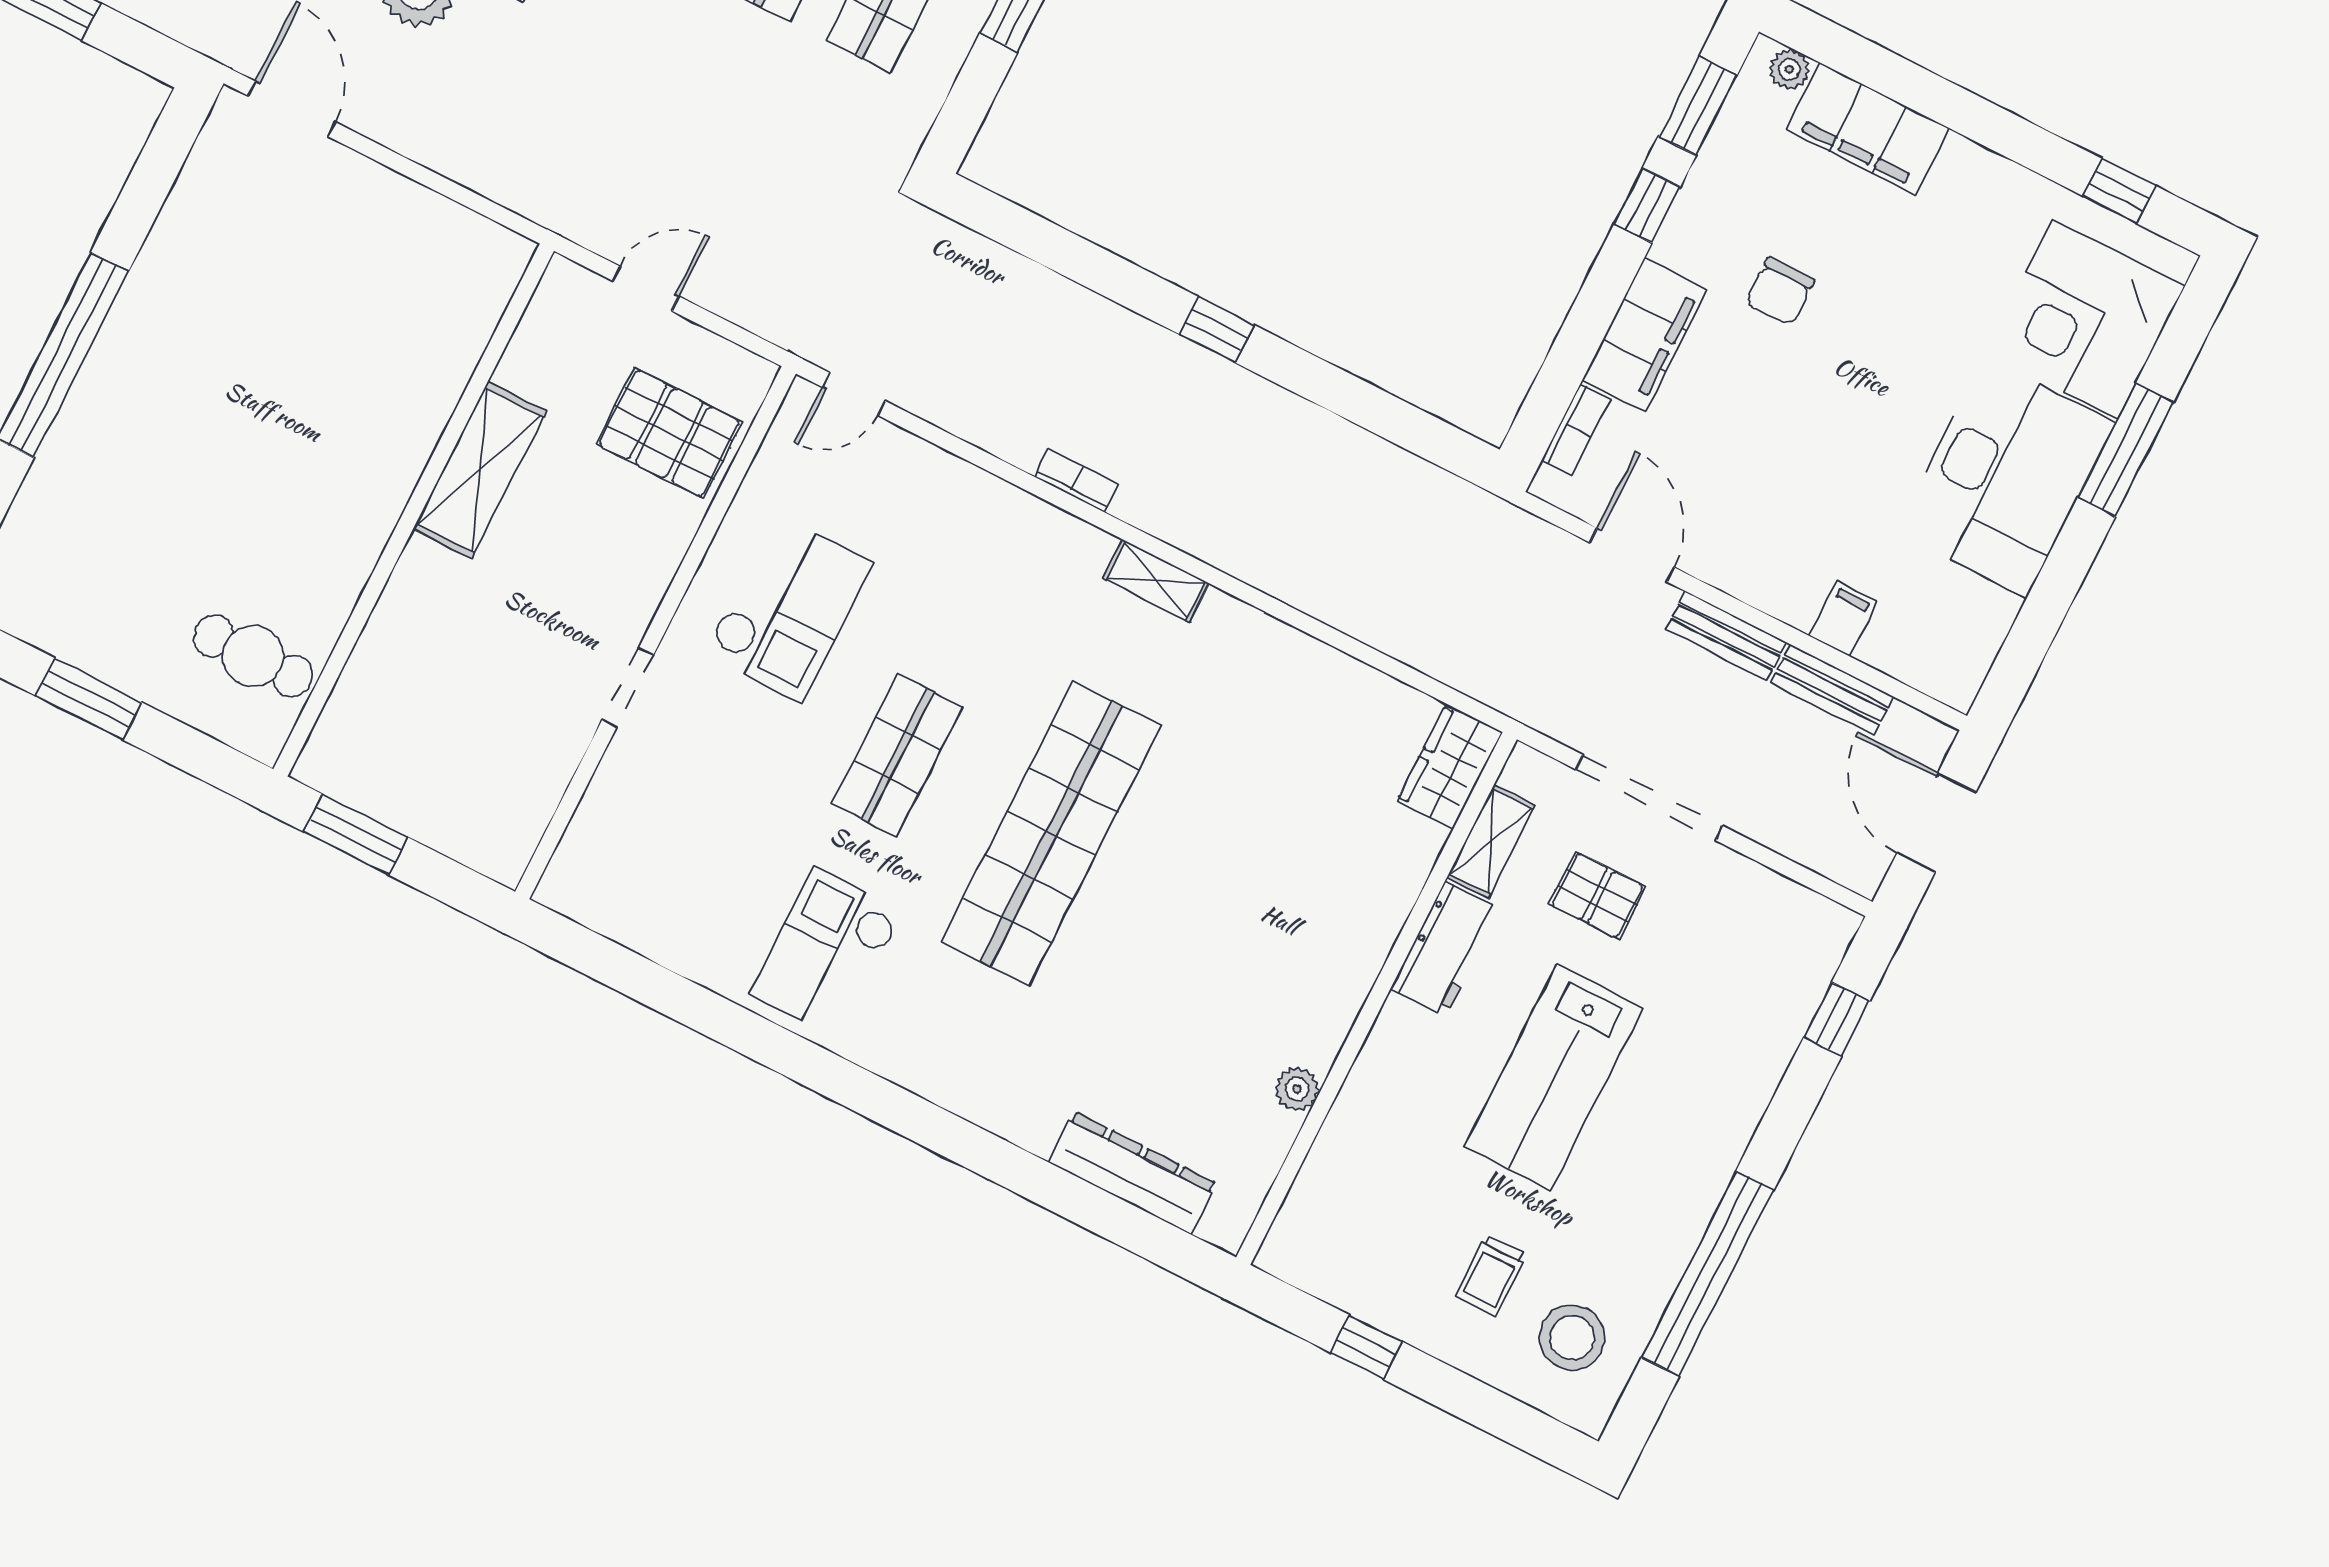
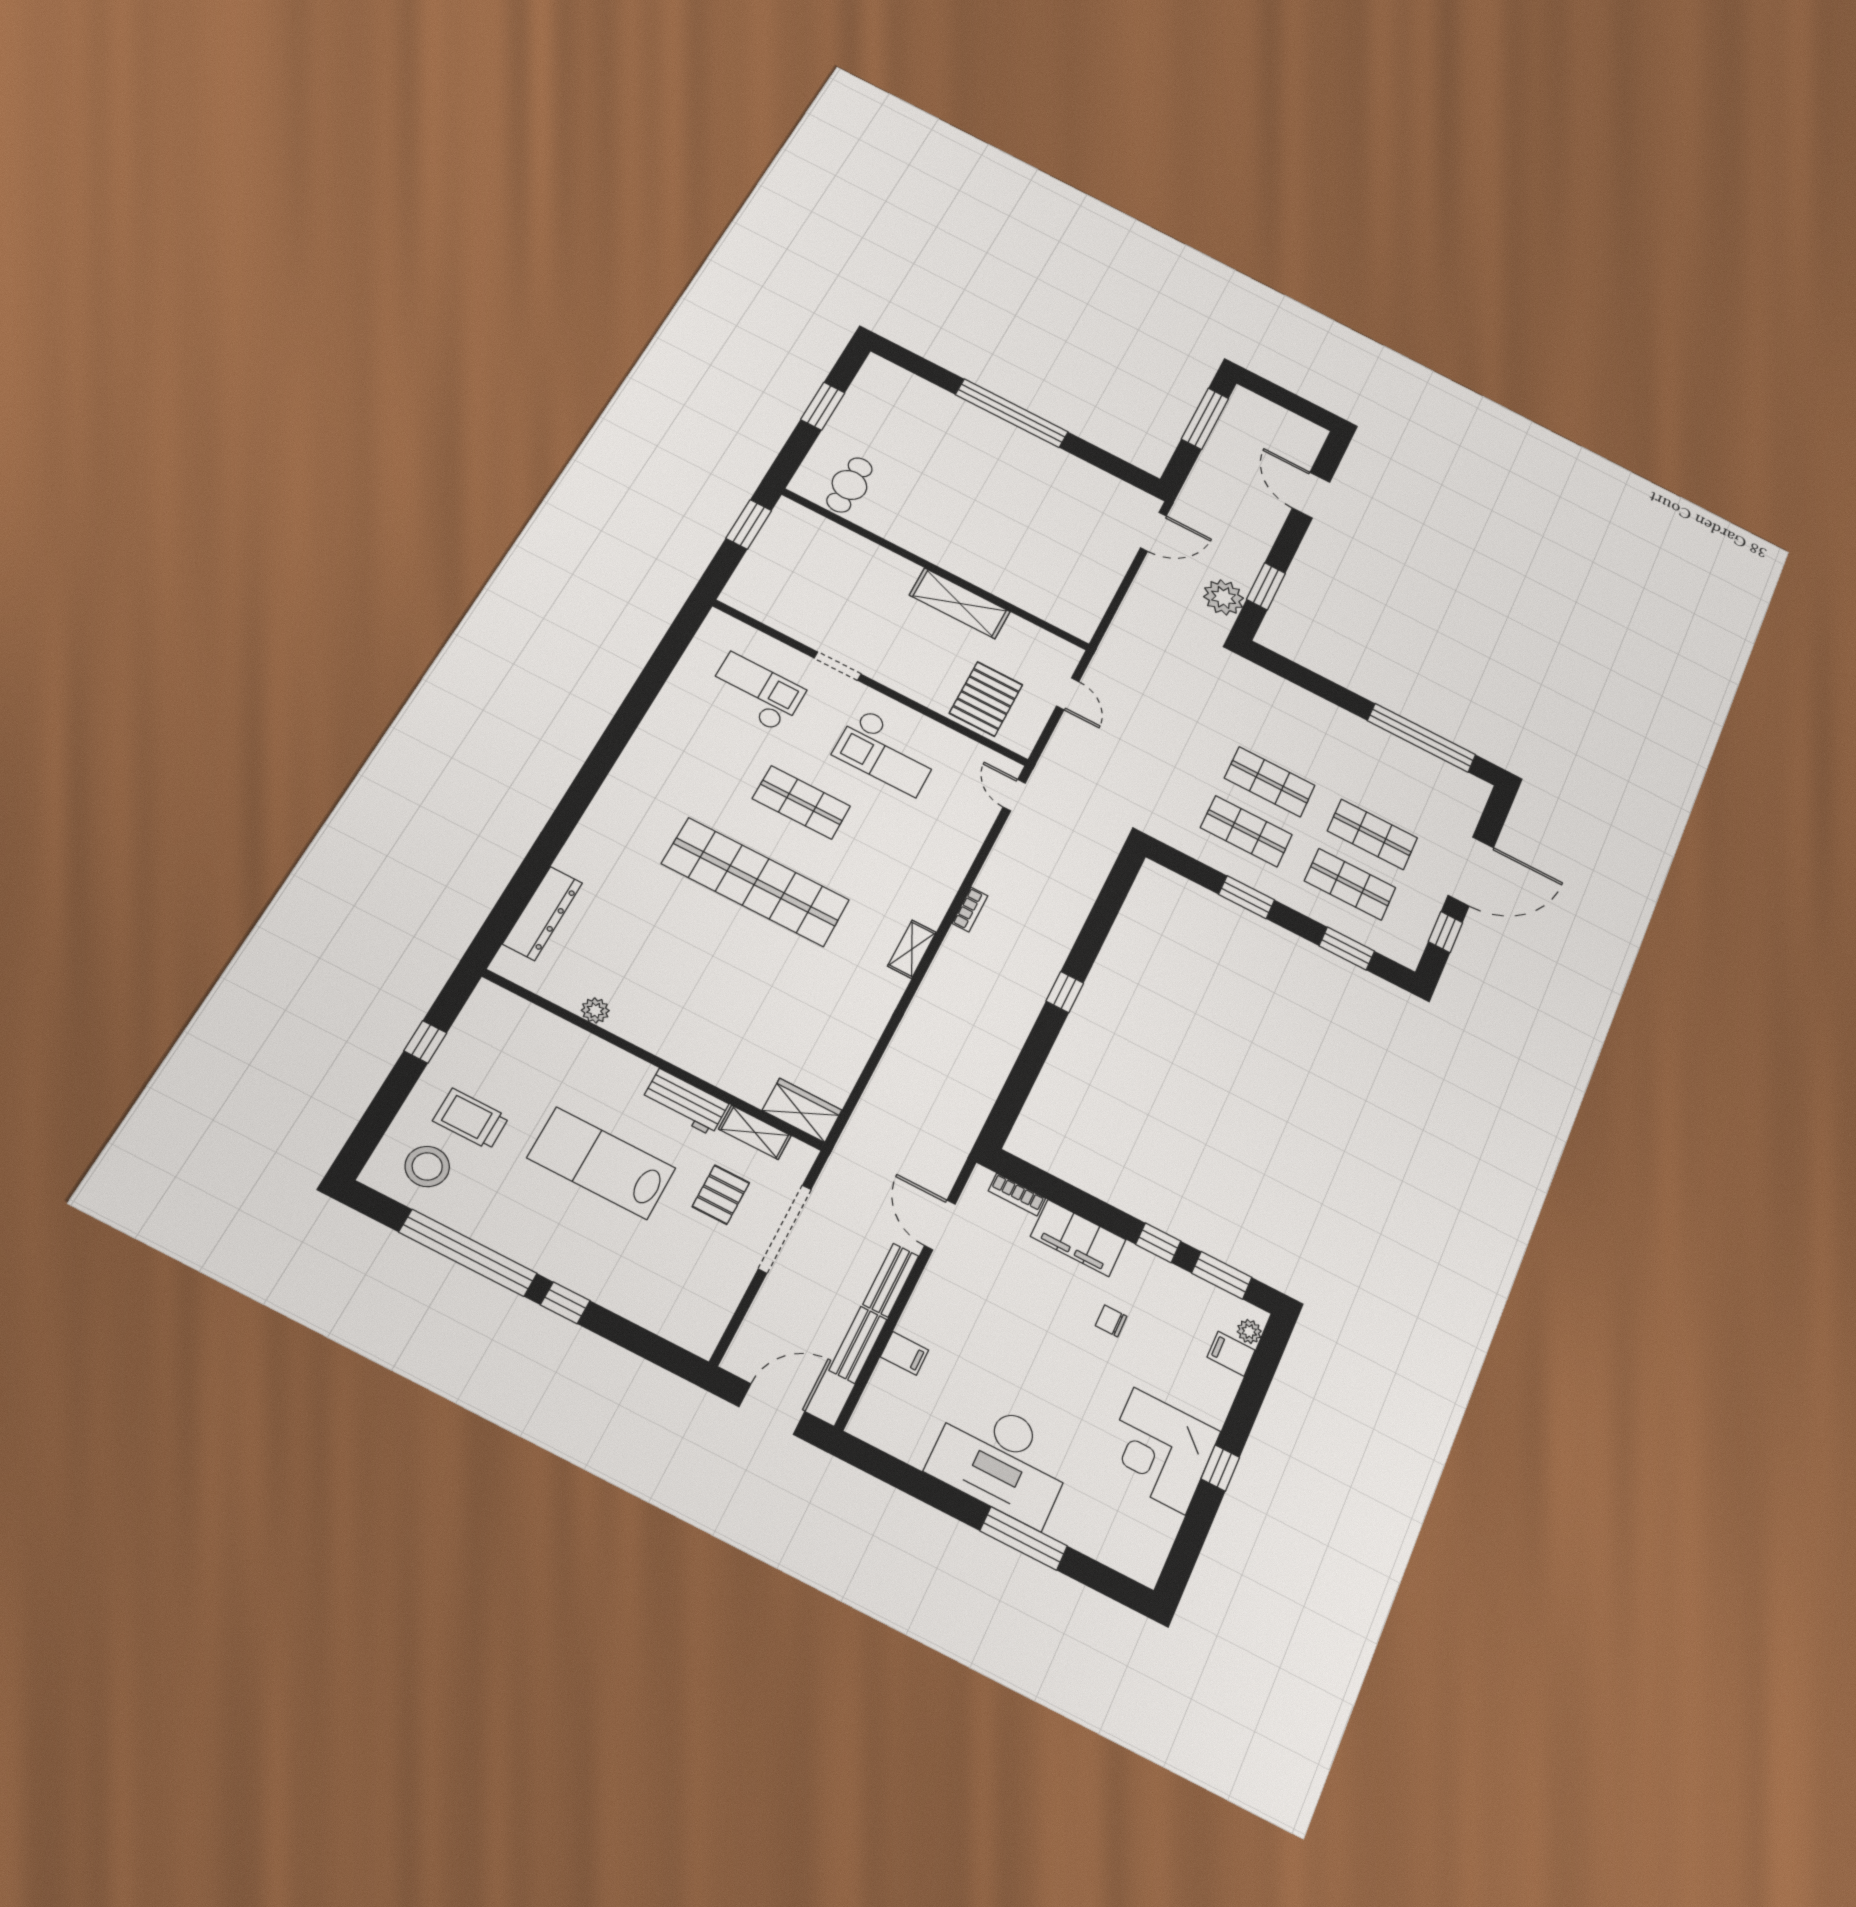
filing cabinet: (1868, 129) -> (1231, 1354), width x0.33, depth x0.86
window: (2119, 191) -> (1220, 1468), moved
chair: (1780, 292) -> (1111, 1321), width x0.73, depth x0.73
corner desk: (2085, 319) -> (1159, 1451), moved, turned -90
door: (1632, 555) -> (940, 1225), swing flipped
checkout: (827, 953) -> (756, 692), moved
window: (1837, 1019) -> (565, 1303), moved
trolley: (1491, 1275) -> (471, 1119), width x1.36, depth x1.39

